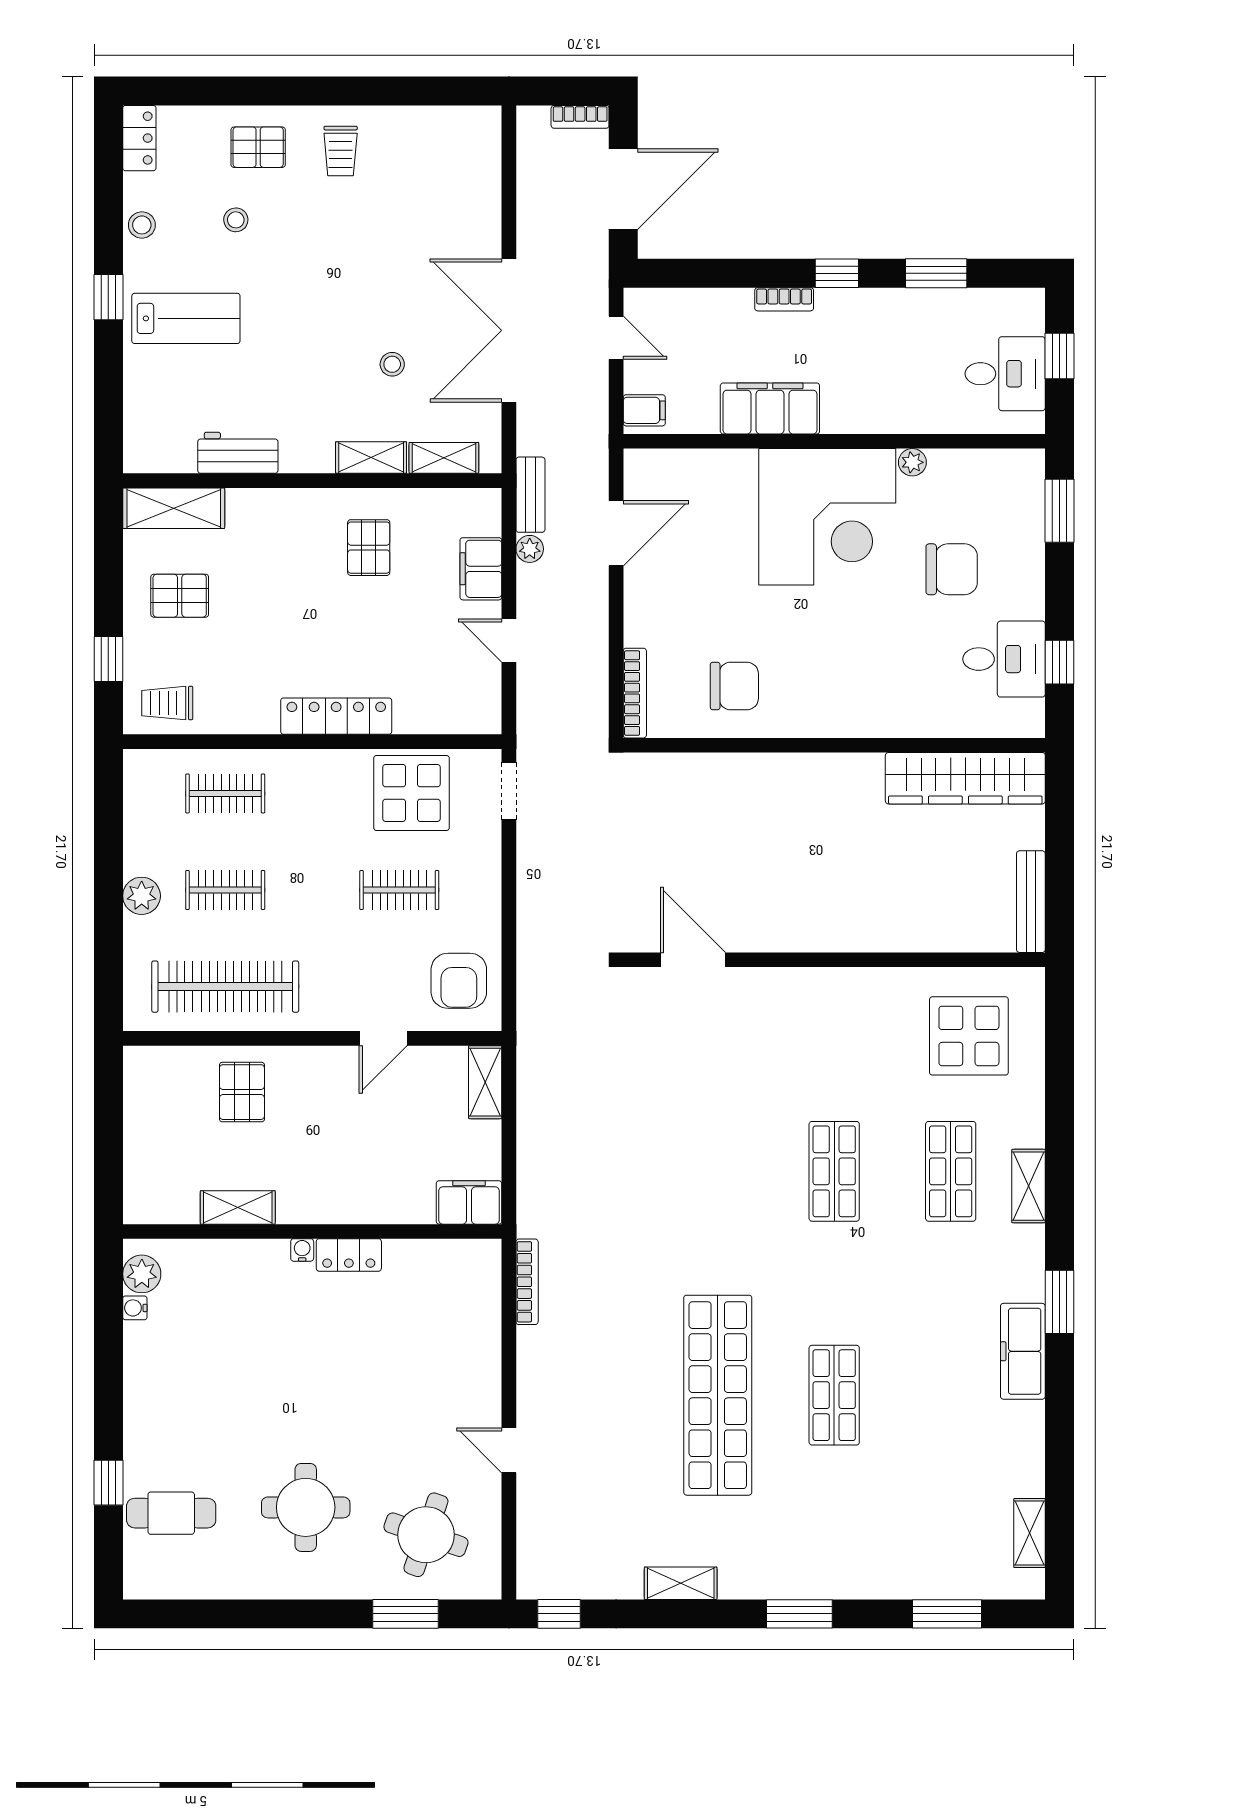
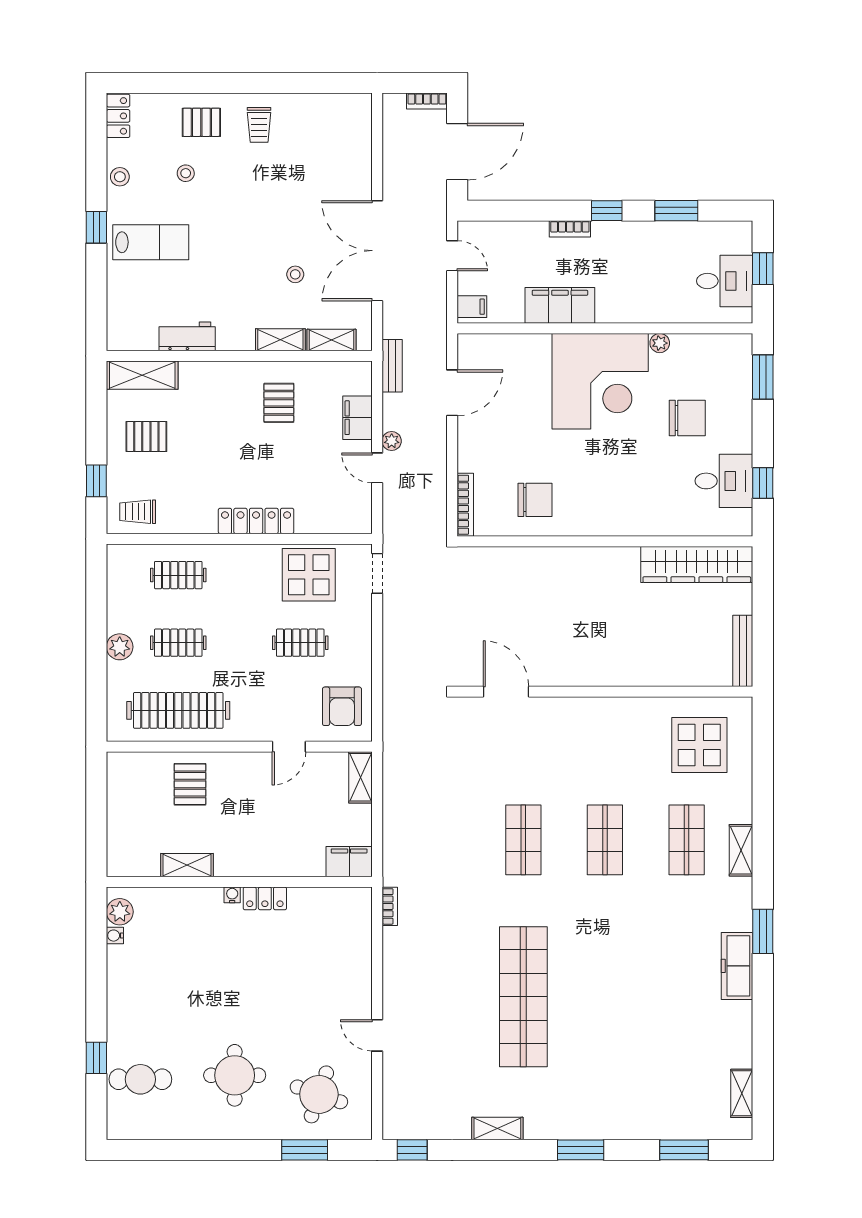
plant: (530, 549) -> (392, 441), moved
bookcase: (527, 1282) -> (390, 906), width x0.64
shop shelf: (834, 1395) -> (523, 840), moved

